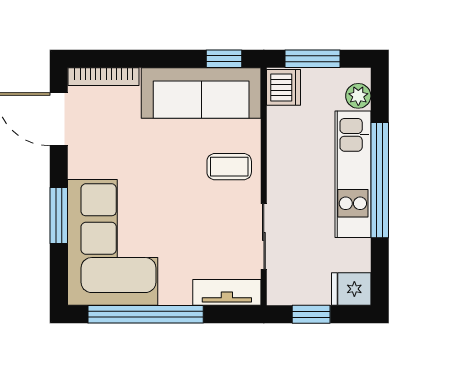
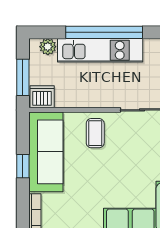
window: (224, 59) -> (23, 166), moved

